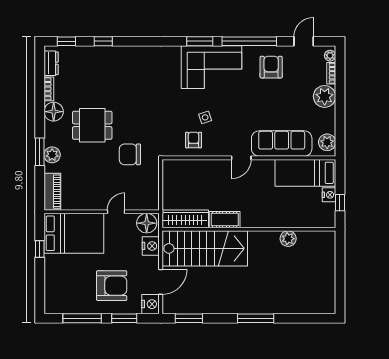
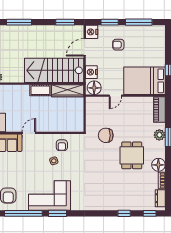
dining table: (92, 125) -> (132, 155), turned 90
chair: (130, 154) -> (106, 135), turned 180
armchair: (112, 286) -> (118, 45), width x0.53, depth x0.53

